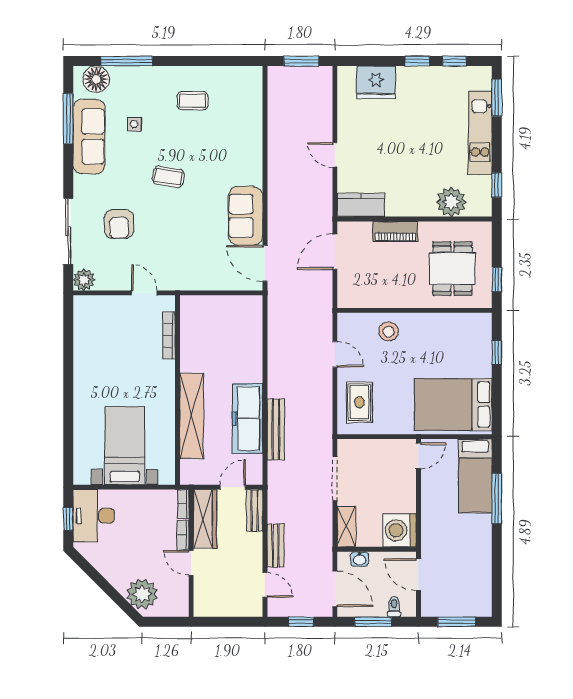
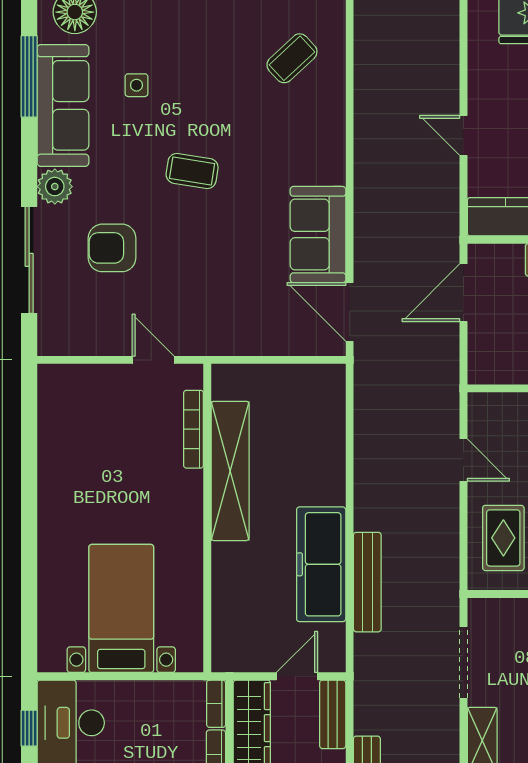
coffee table: (193, 101) -> (292, 58), moved, turned -43
armchair: (119, 224) -> (112, 248), turned 90
plant: (84, 280) -> (55, 187), moved
shelving: (192, 416) -> (230, 471), moved

